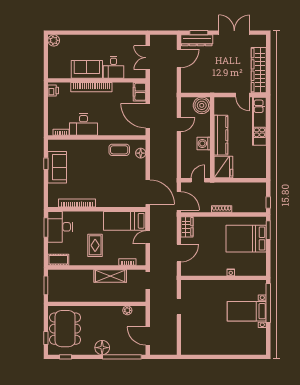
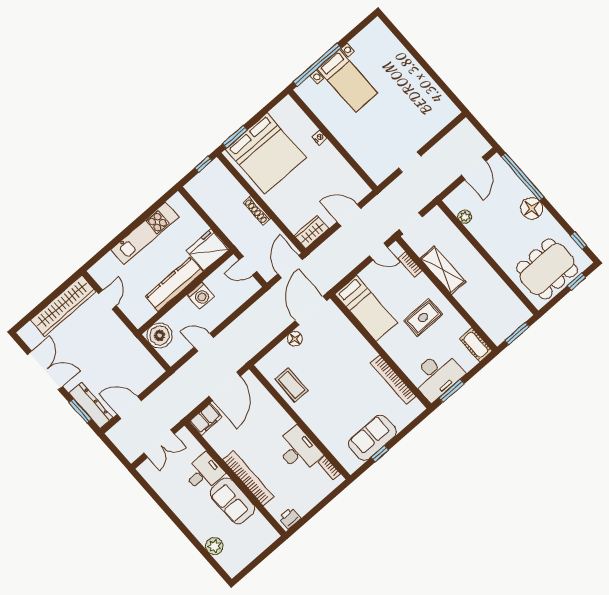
double door: (234, 33) -> (45, 371), swing flipped
plant: (54, 40) -> (214, 546), moved
kitchen unit: (259, 121) -> (145, 233), moved
floor lamp: (141, 153) -> (295, 339), moved
door: (148, 237) -> (378, 252), moved
bed: (246, 239) -> (266, 153), width x1.36

